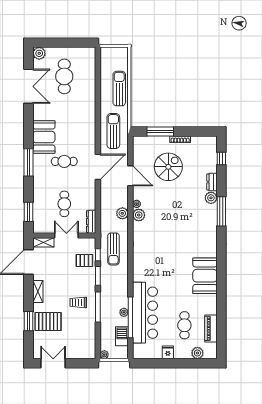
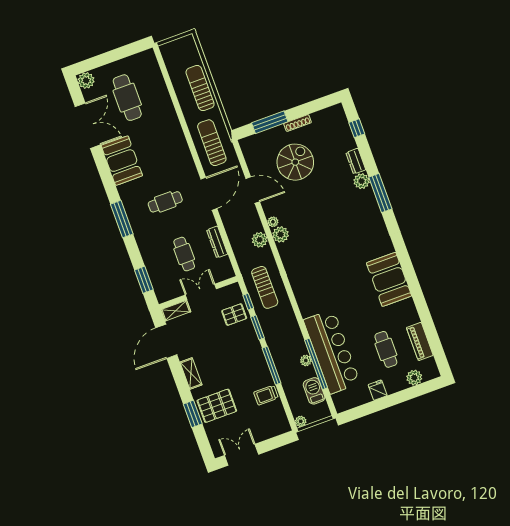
booth: (44, 137) -> (122, 161), moved
dresser: (91, 222) -> (217, 242), moved
trolley: (78, 302) -> (266, 395), moved

